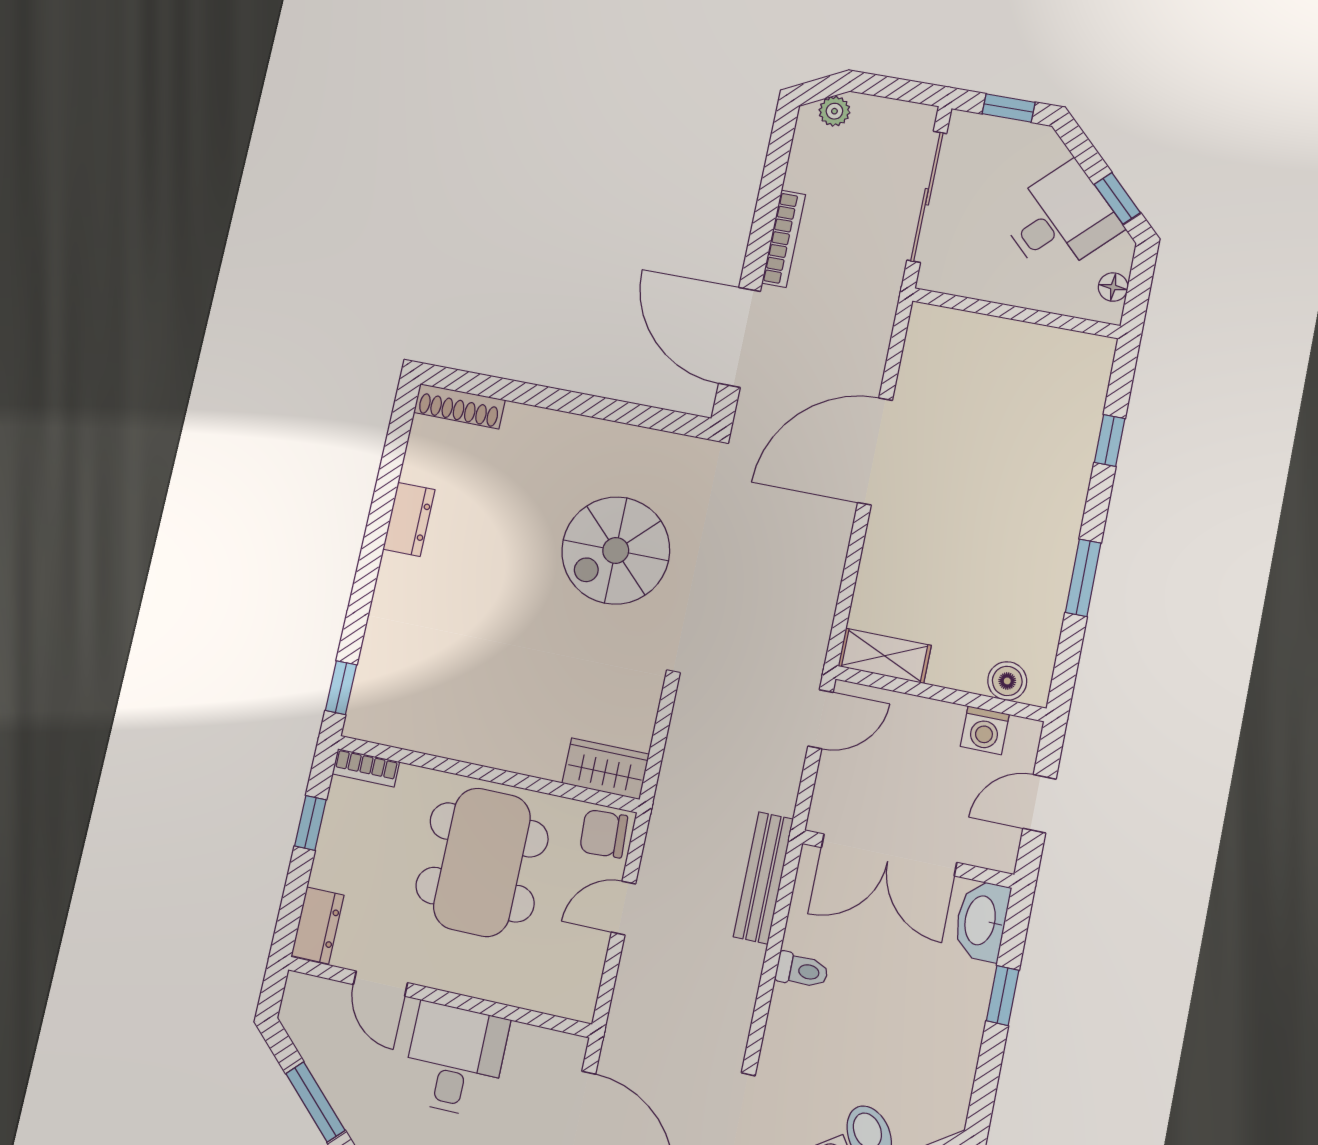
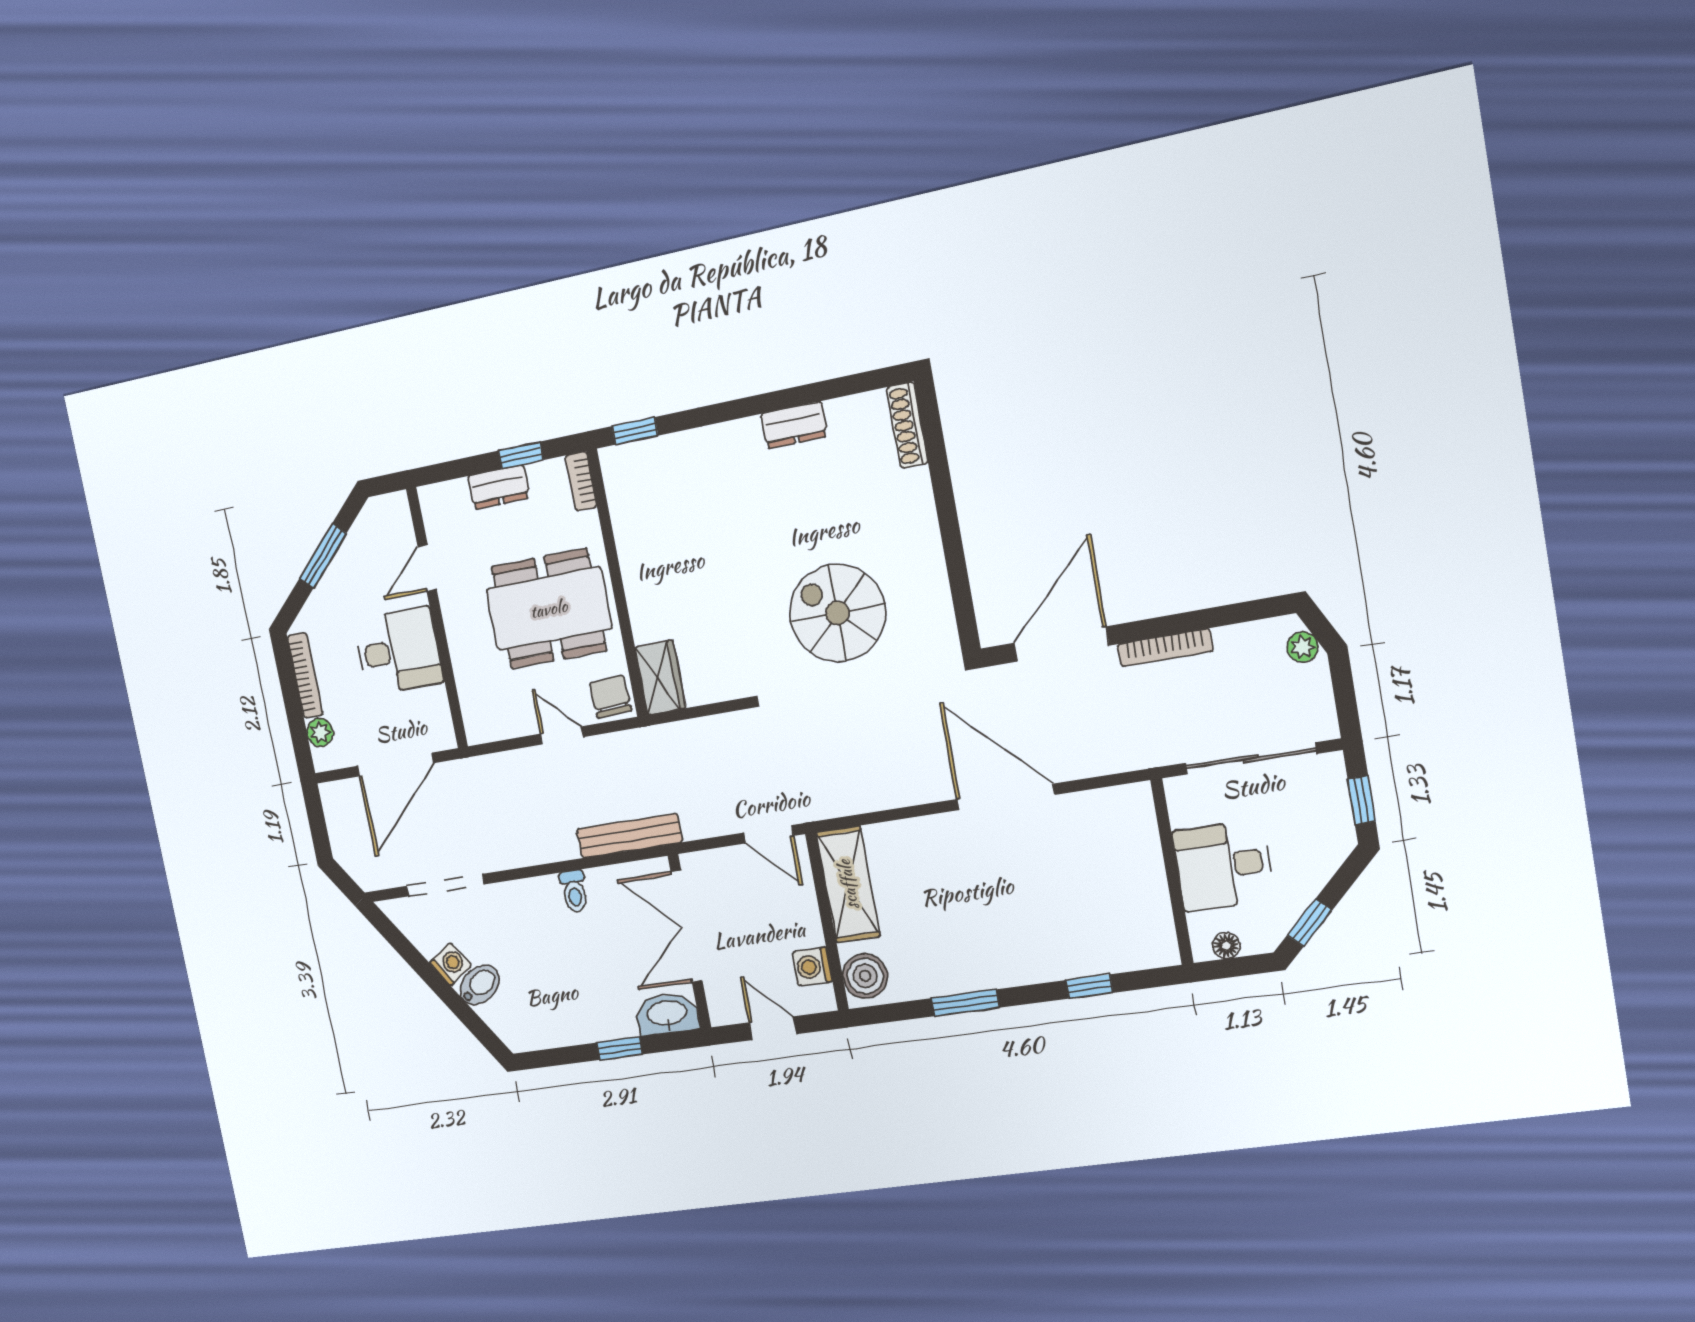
desk: (1060, 220) -> (1223, 866), moved, turned 135
shelving: (885, 656) -> (848, 884), width x1.50, depth x1.33
boiler: (1007, 681) -> (865, 976), width x1.36, depth x1.36
dresser: (318, 925) -> (499, 487), moved

